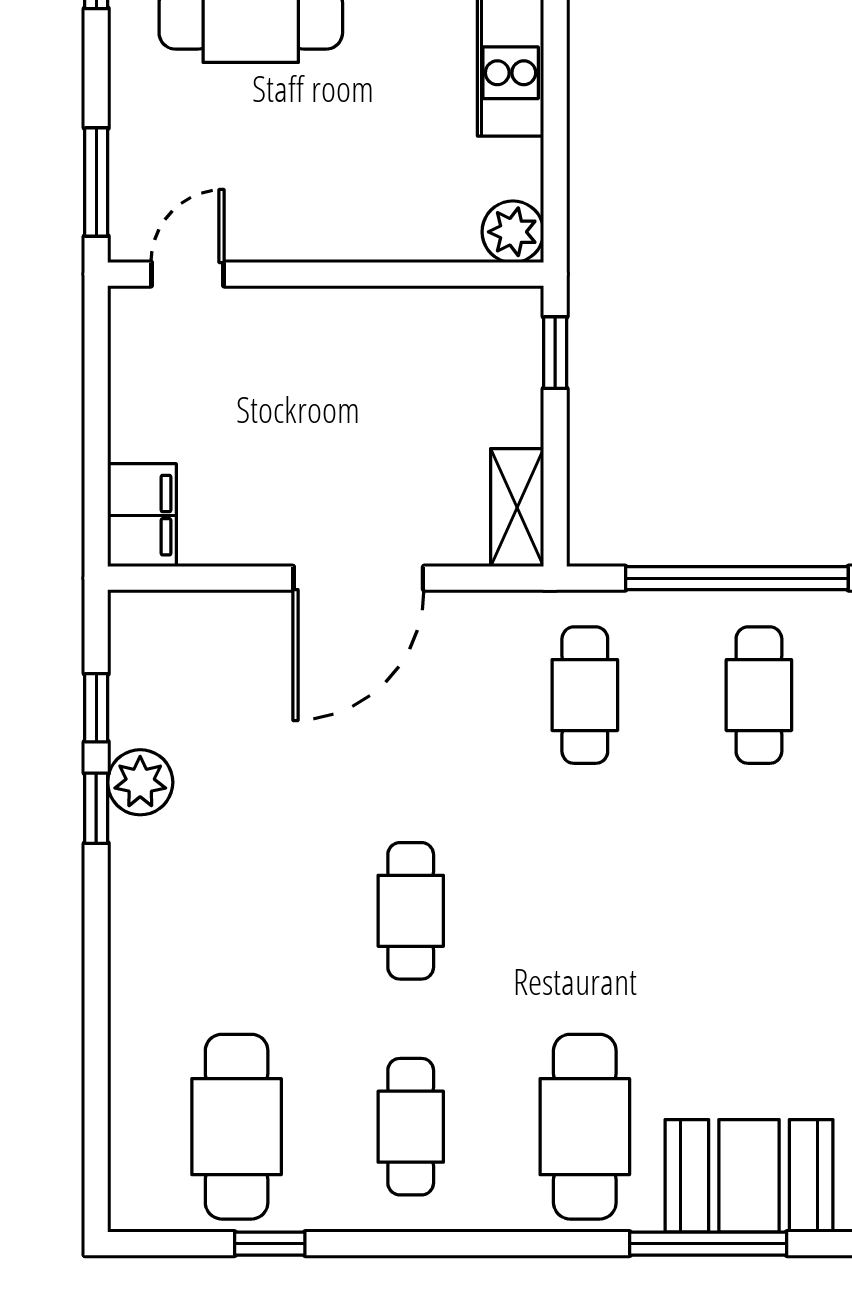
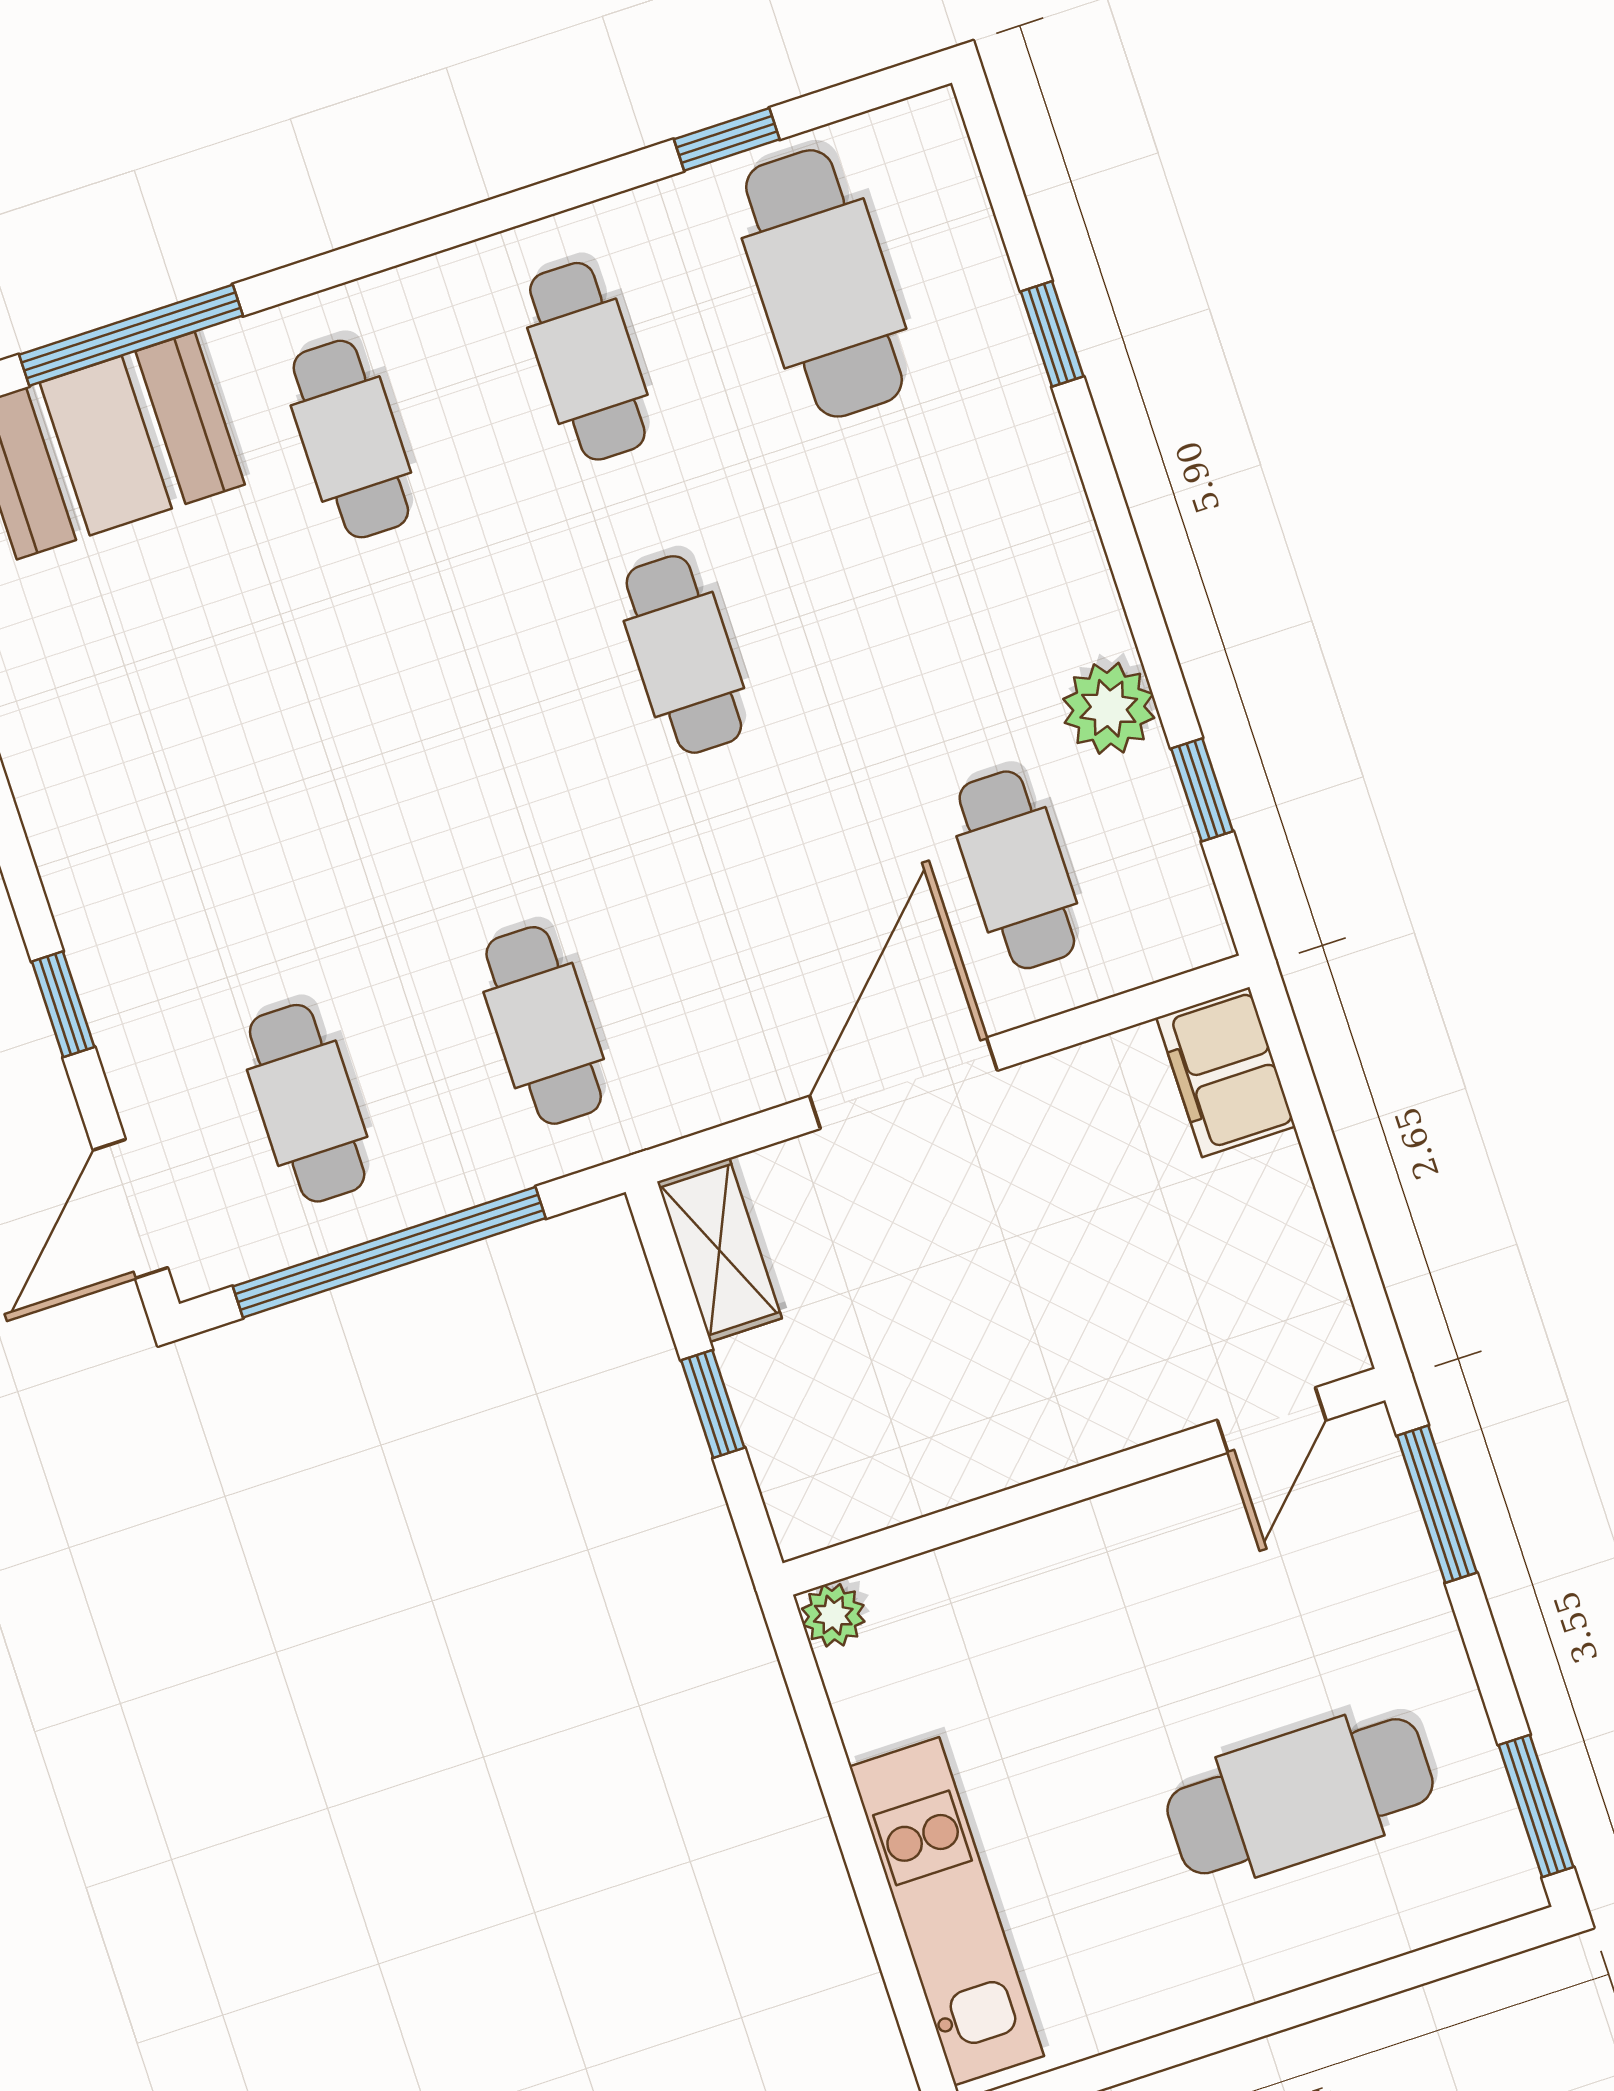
plant: (513, 232) -> (833, 1615), width x0.73, depth x0.73
window: (555, 353) -> (713, 1404), moved
cafe table: (237, 695) -> (1017, 870), added
window: (96, 808) -> (1052, 334), moved
cafe table: (585, 1127) -> (351, 439), width x0.73, depth x0.74

